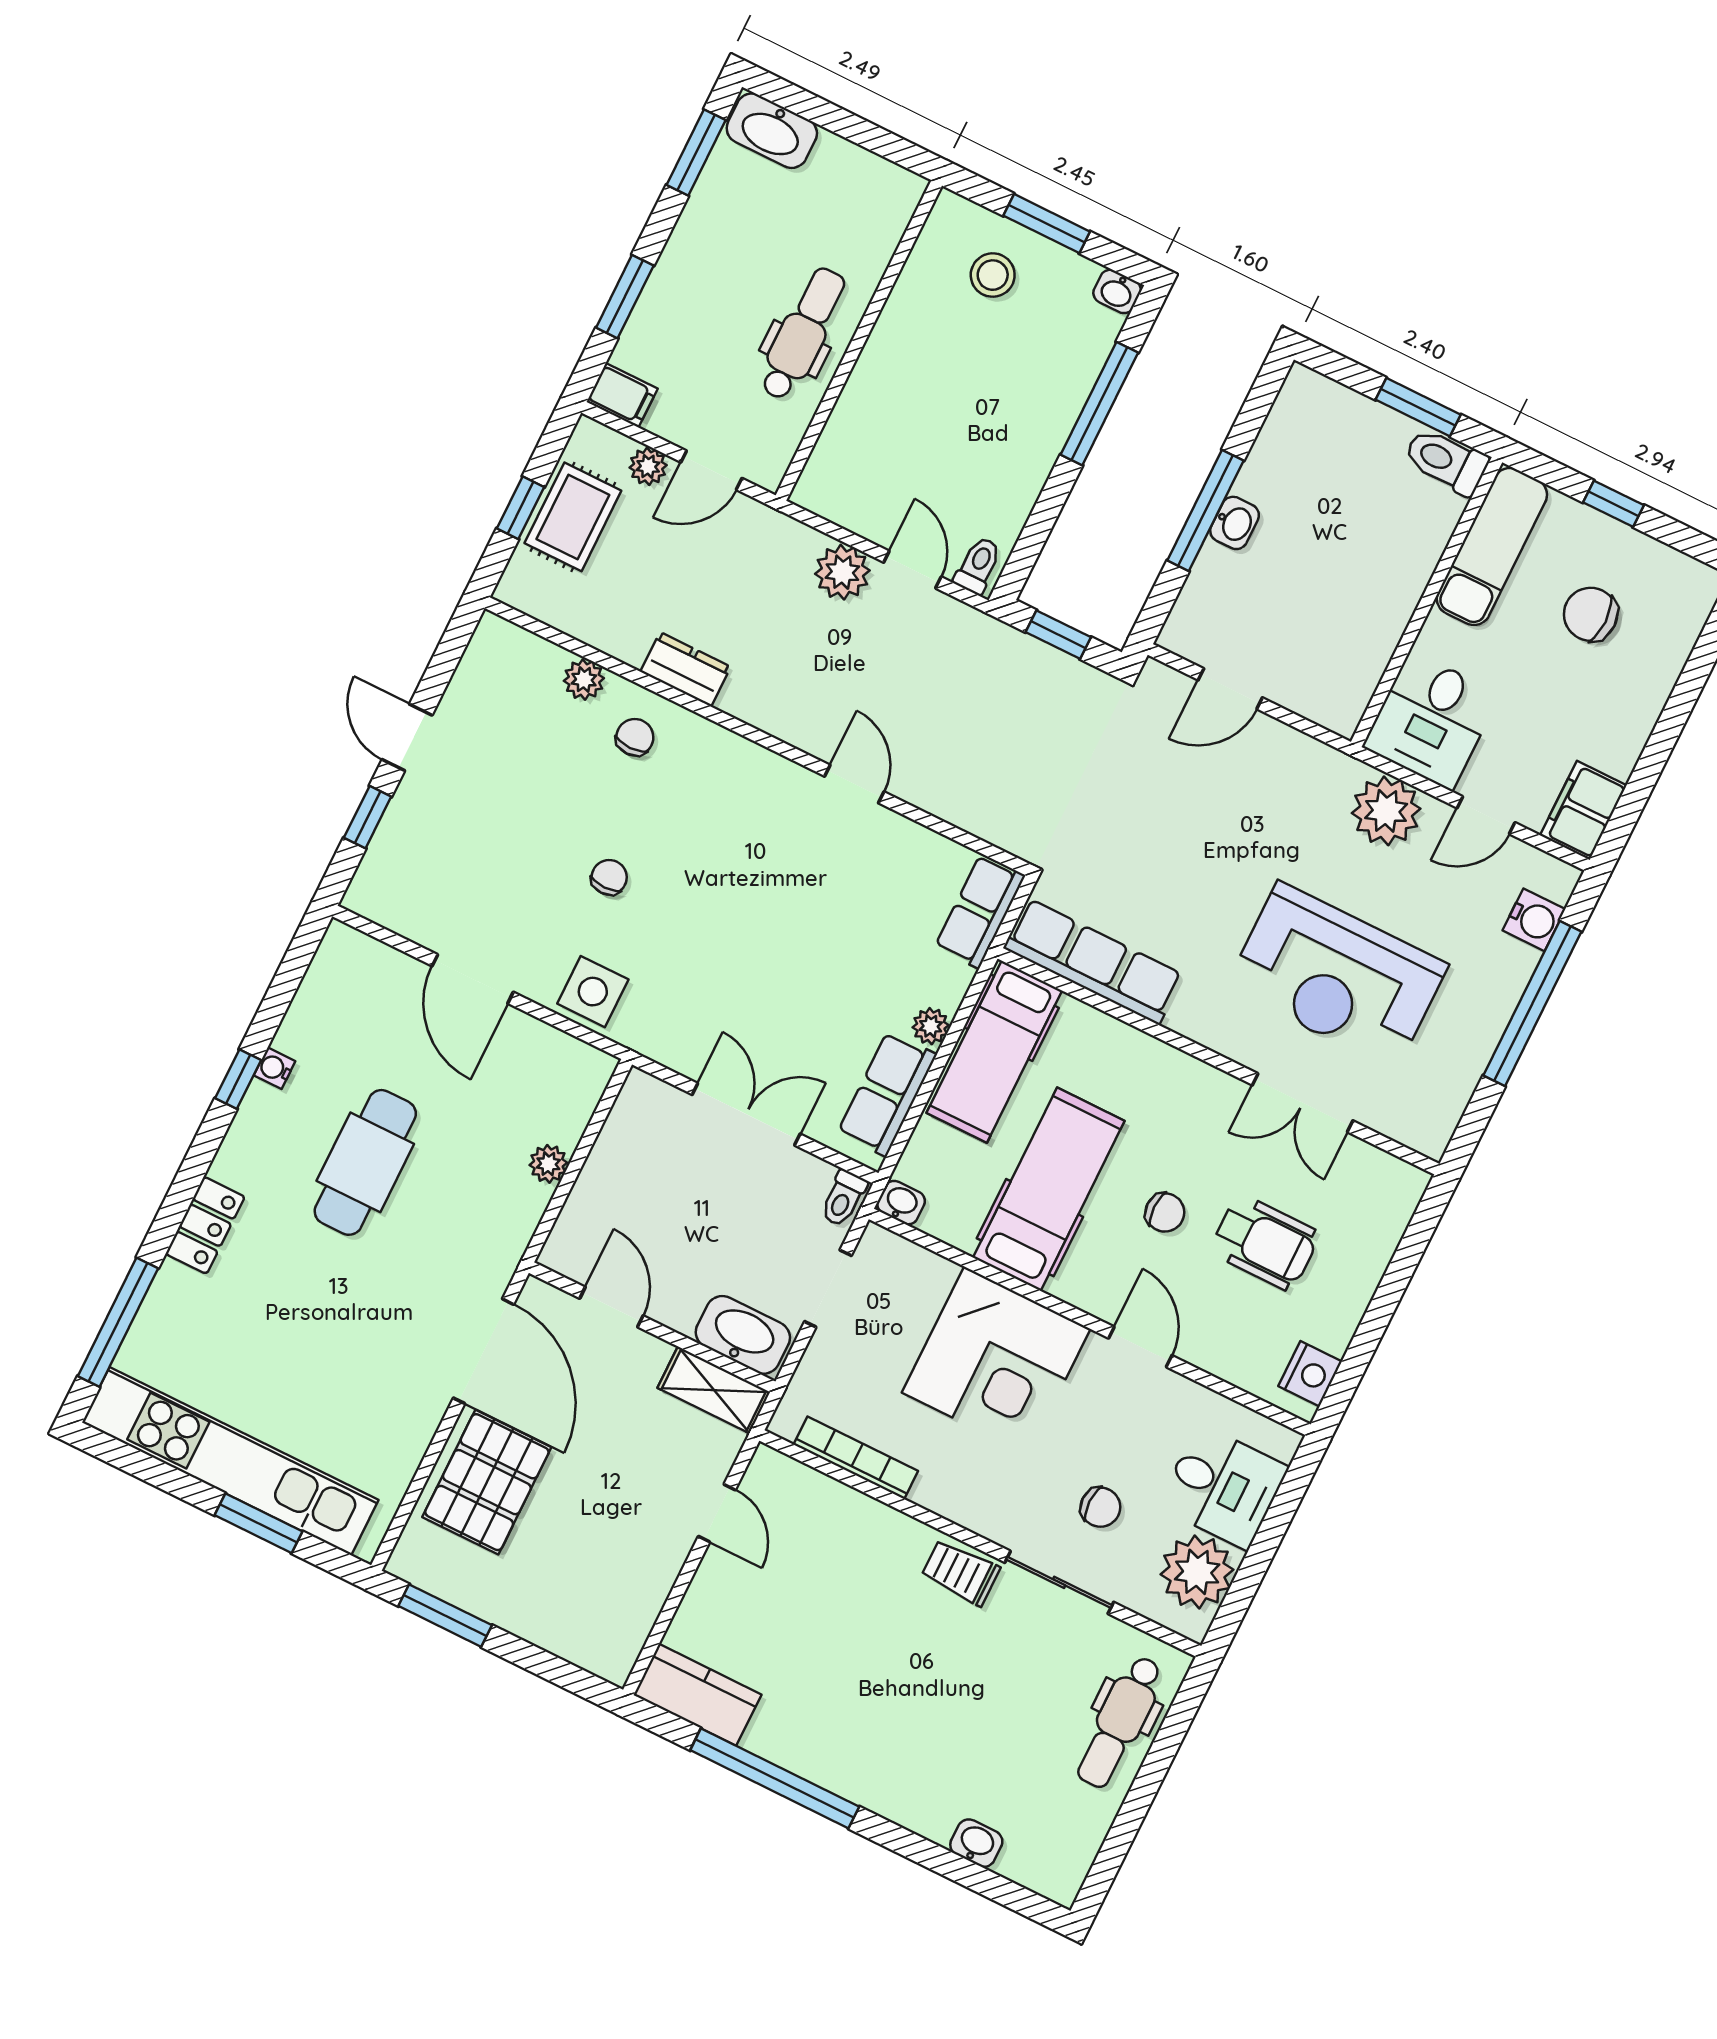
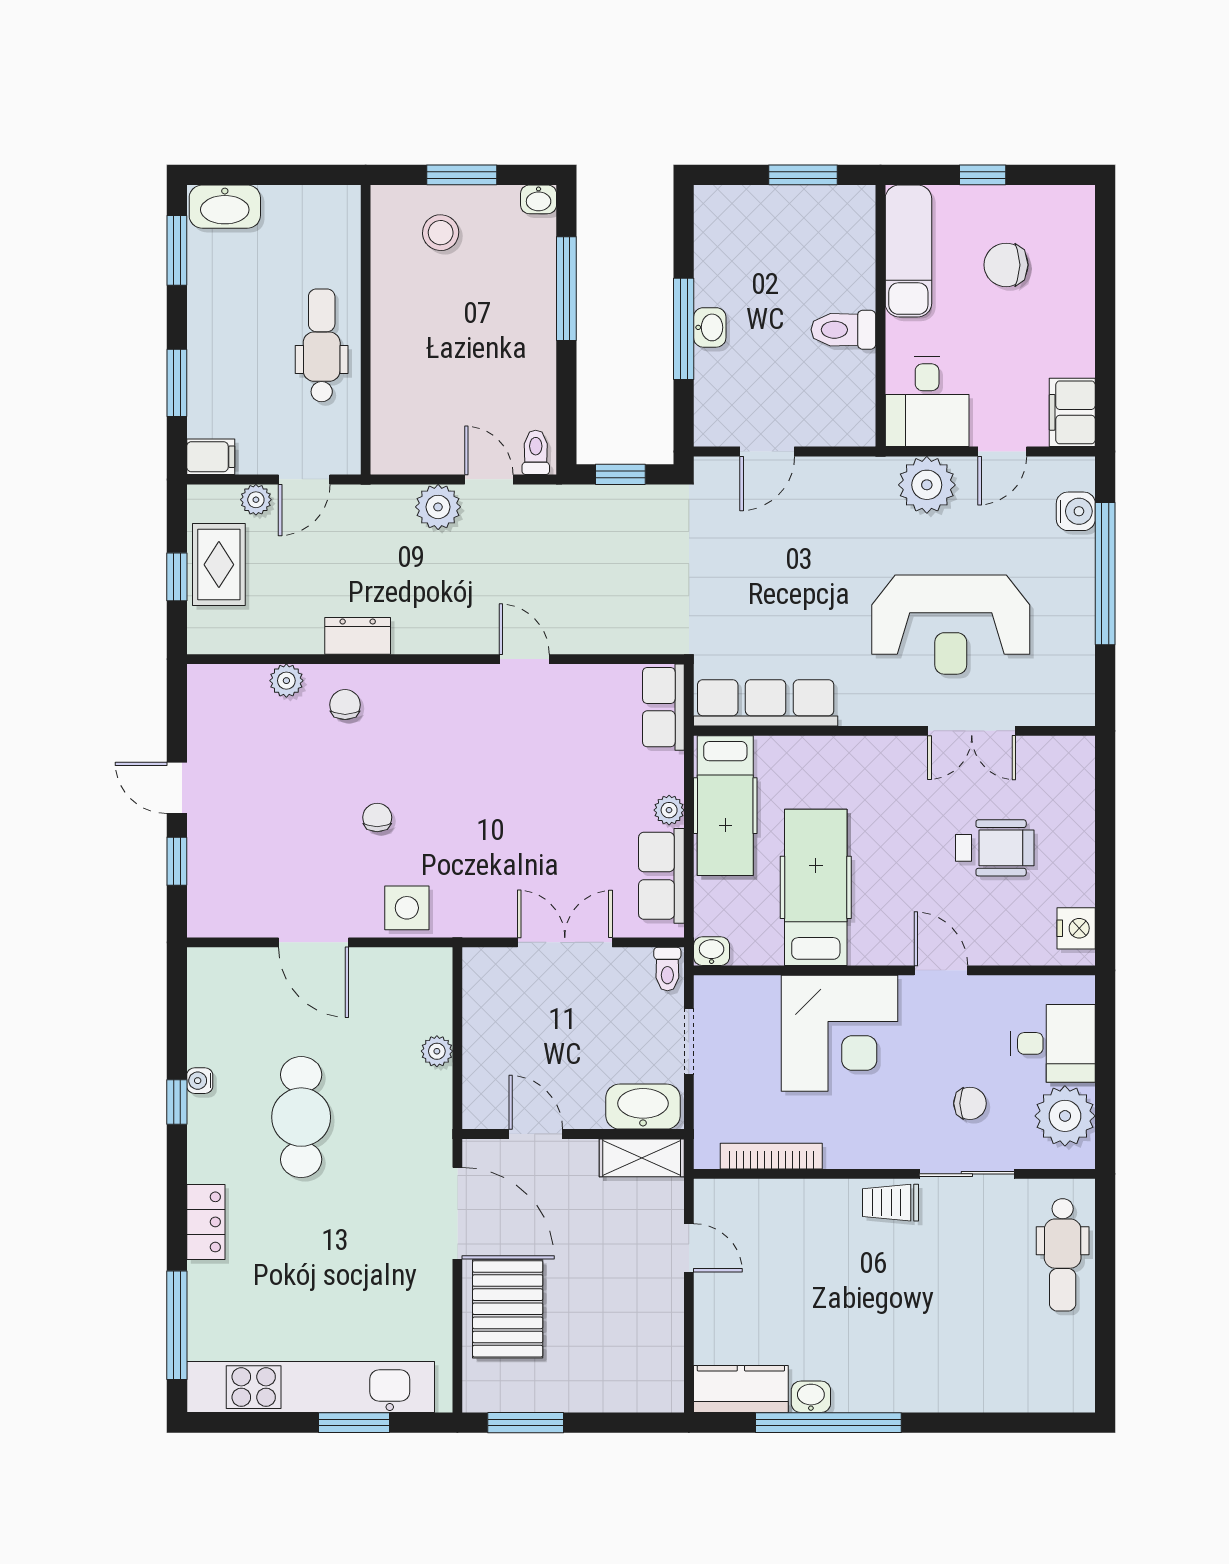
toilet: (1446, 461) -> (843, 330), moved
chair: (1165, 1212) -> (910, 862), removed
washbasin: (976, 1843) -> (811, 1397), moved

